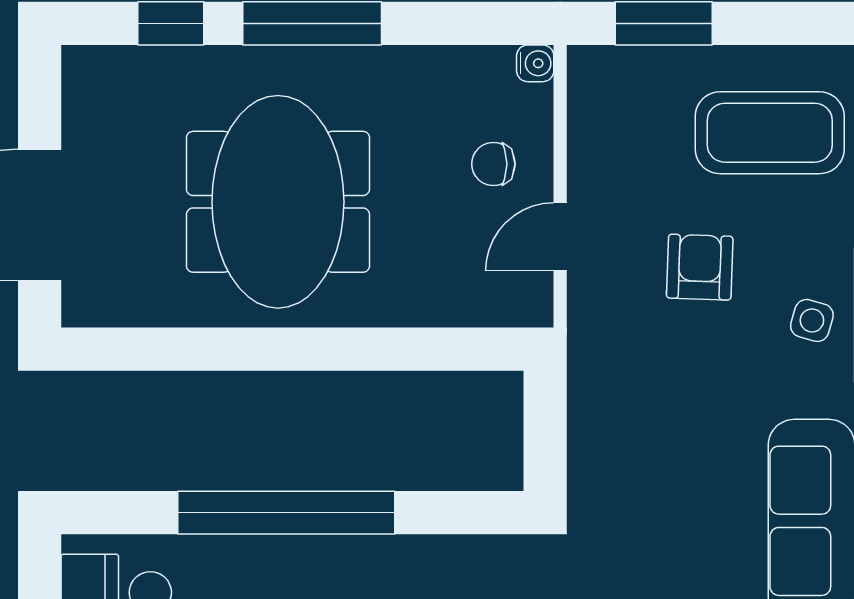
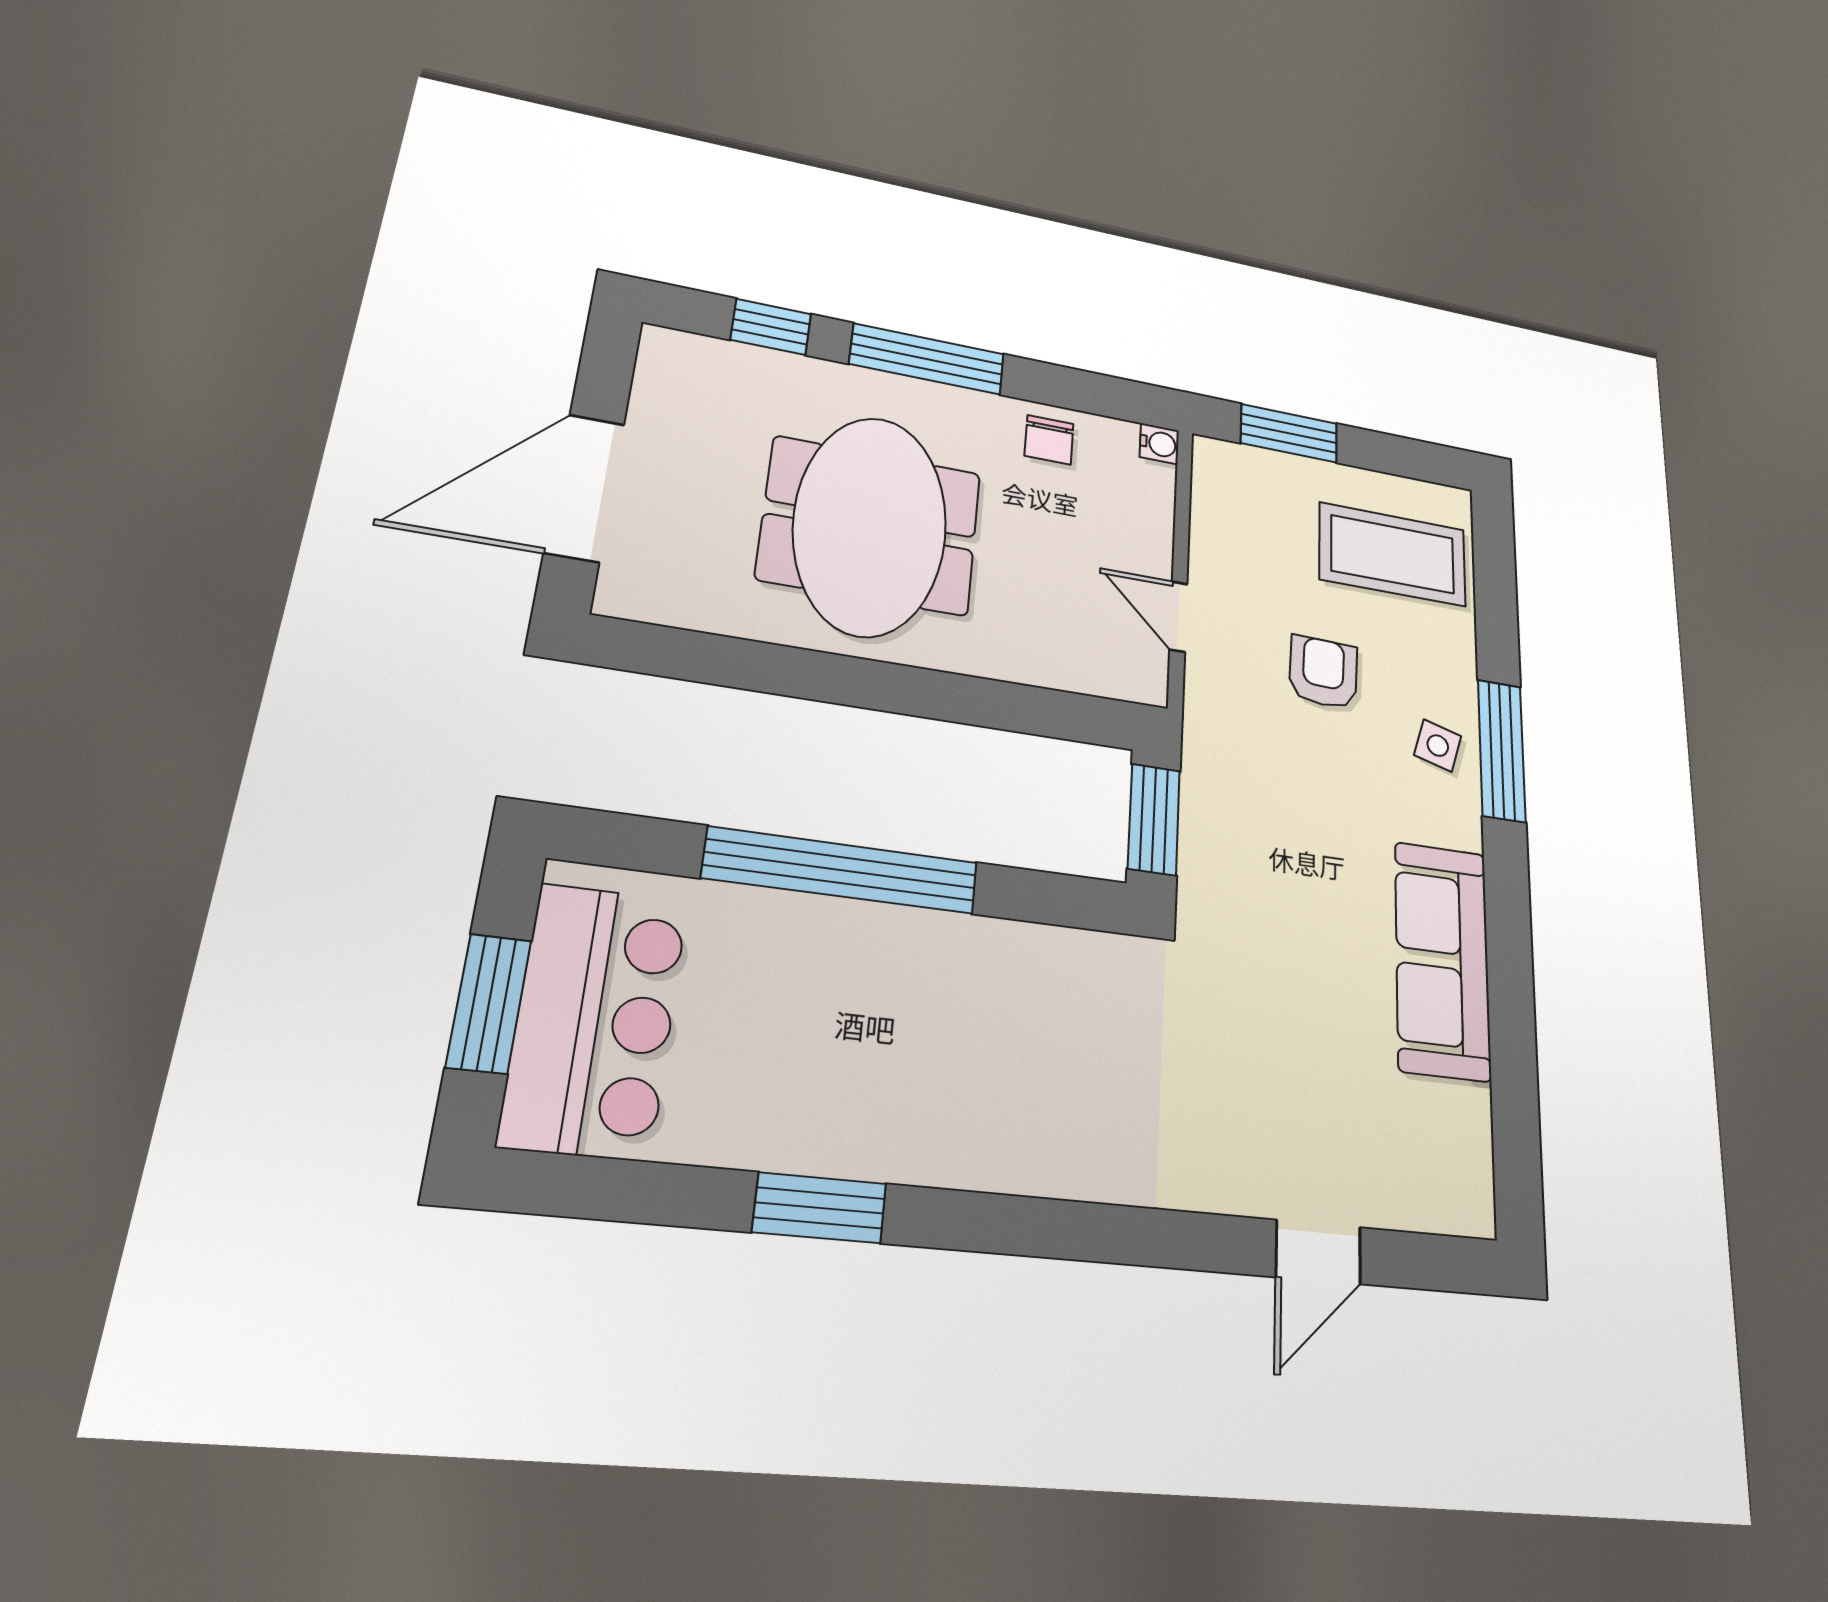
chair: (493, 164) -> (1049, 440), moved, turned -90
door: (560, 237) -> (1178, 617), hinge flipped
window: (545, 431) -> (1154, 819), added

